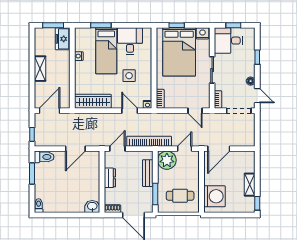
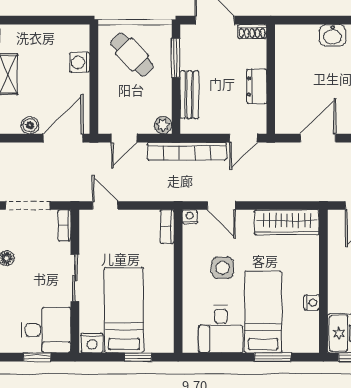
bed: (179, 52) -> (124, 310), width x0.67
boiler: (237, 156) -> (30, 125), added
plant: (167, 160) -> (163, 125), width x0.53, depth x0.53
cafe table: (180, 196) -> (132, 55), turned 46
washing machine: (214, 196) -> (80, 62), width x0.53, depth x0.53
washbasin: (92, 206) -> (333, 35), moved

